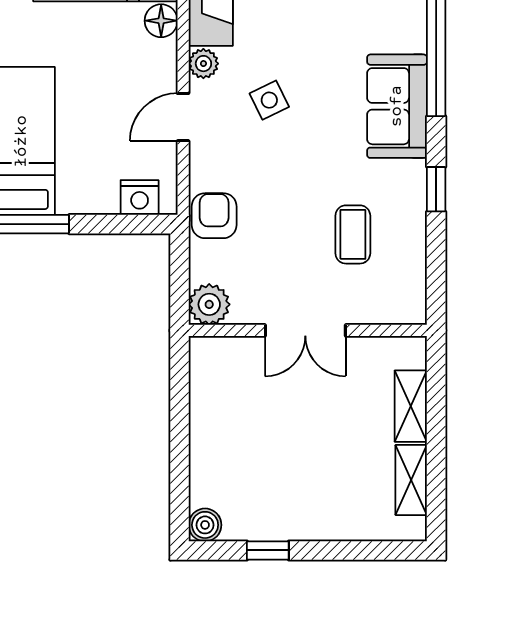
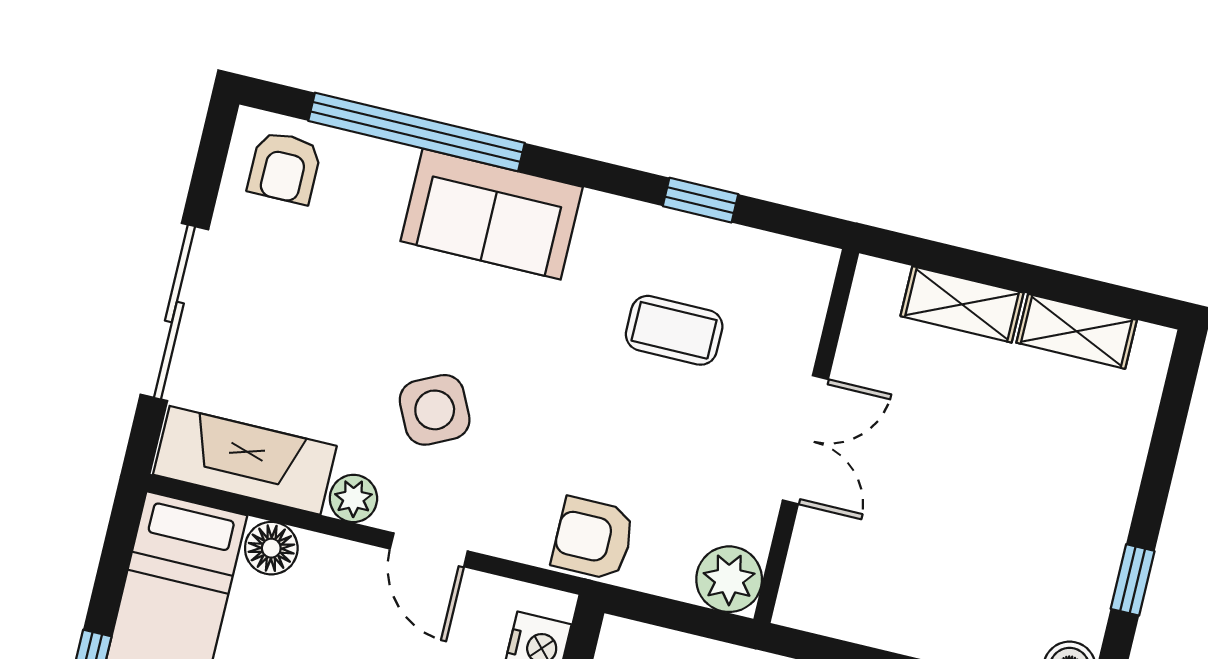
side table: (269, 100) -> (435, 410), width x1.37, depth x1.37
window: (436, 189) -> (701, 200), moved

